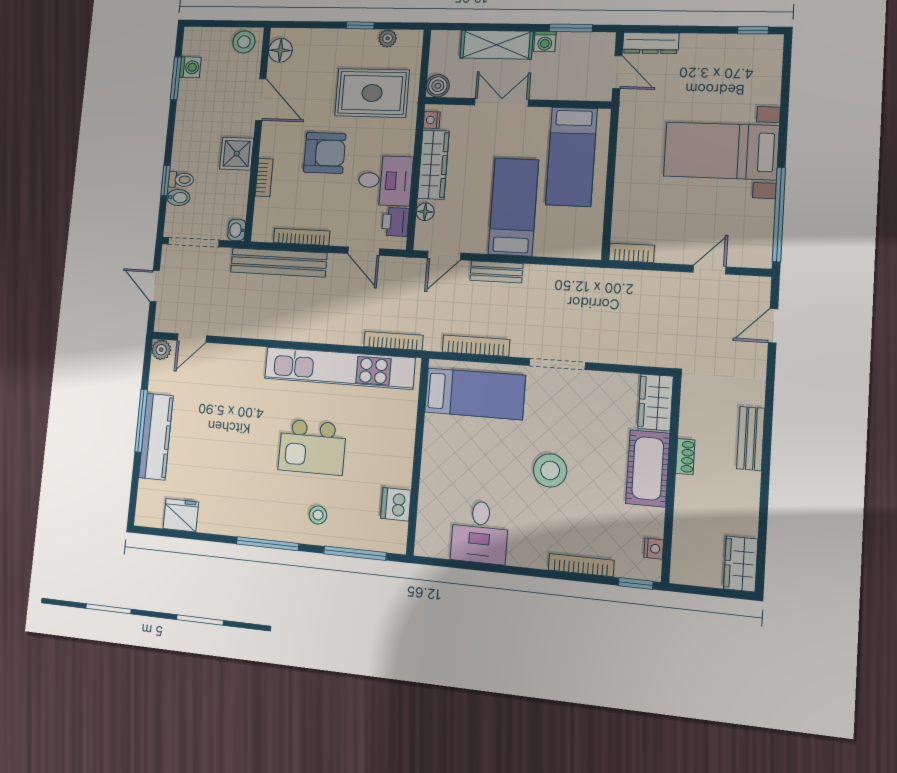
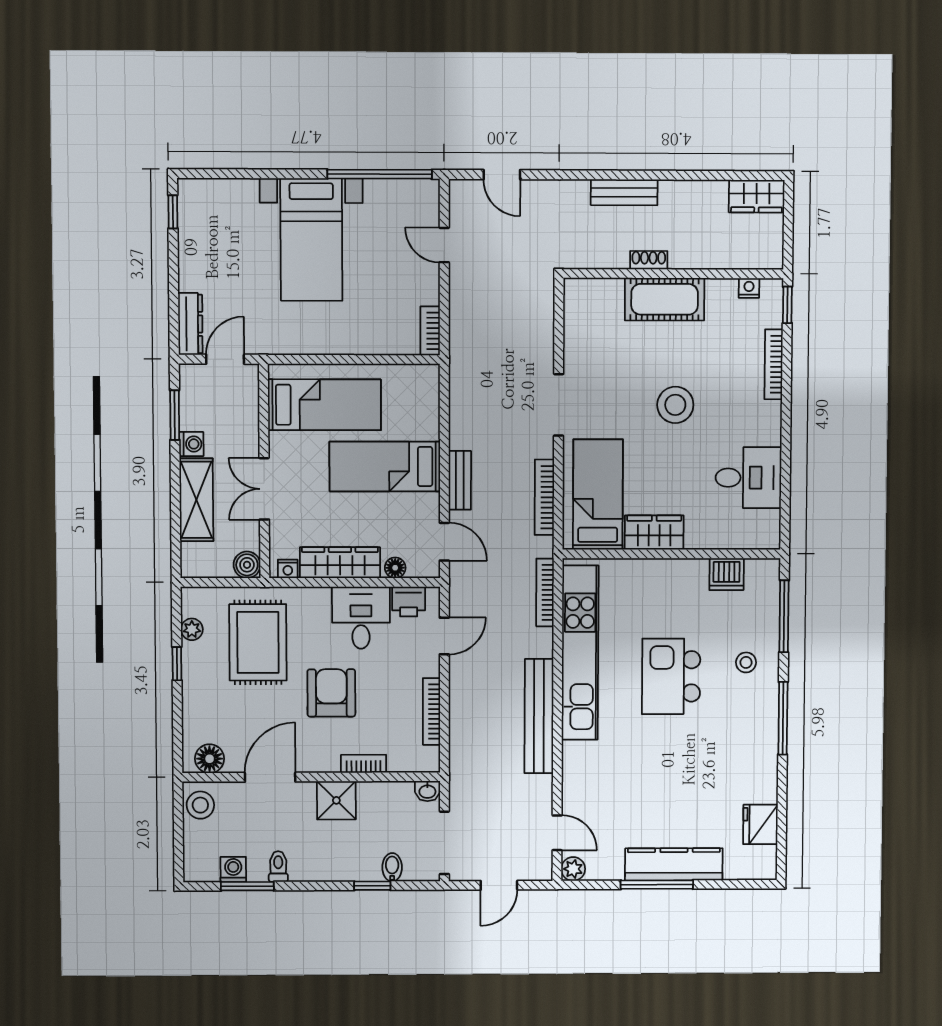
toilet: (181, 180) -> (278, 867), moved
bench: (279, 263) -> (539, 716), moved
wardrobe: (655, 402) -> (654, 533), moved, turned 180
kitchen island: (312, 447) -> (671, 676), turned 180

